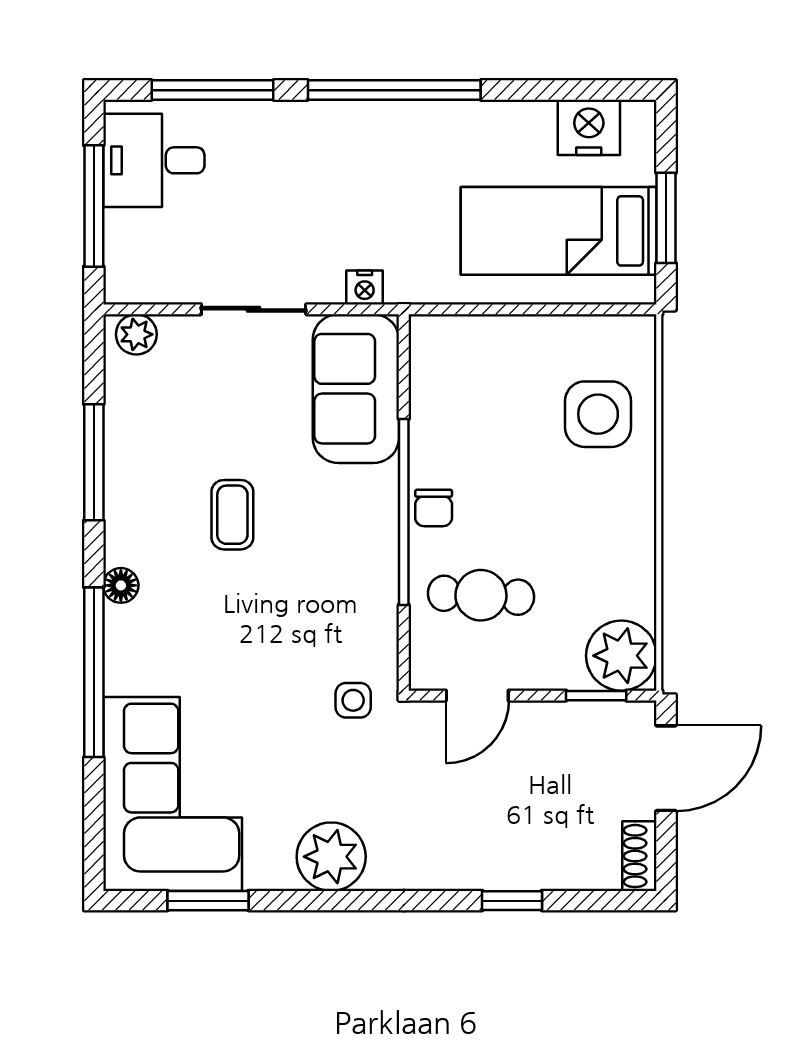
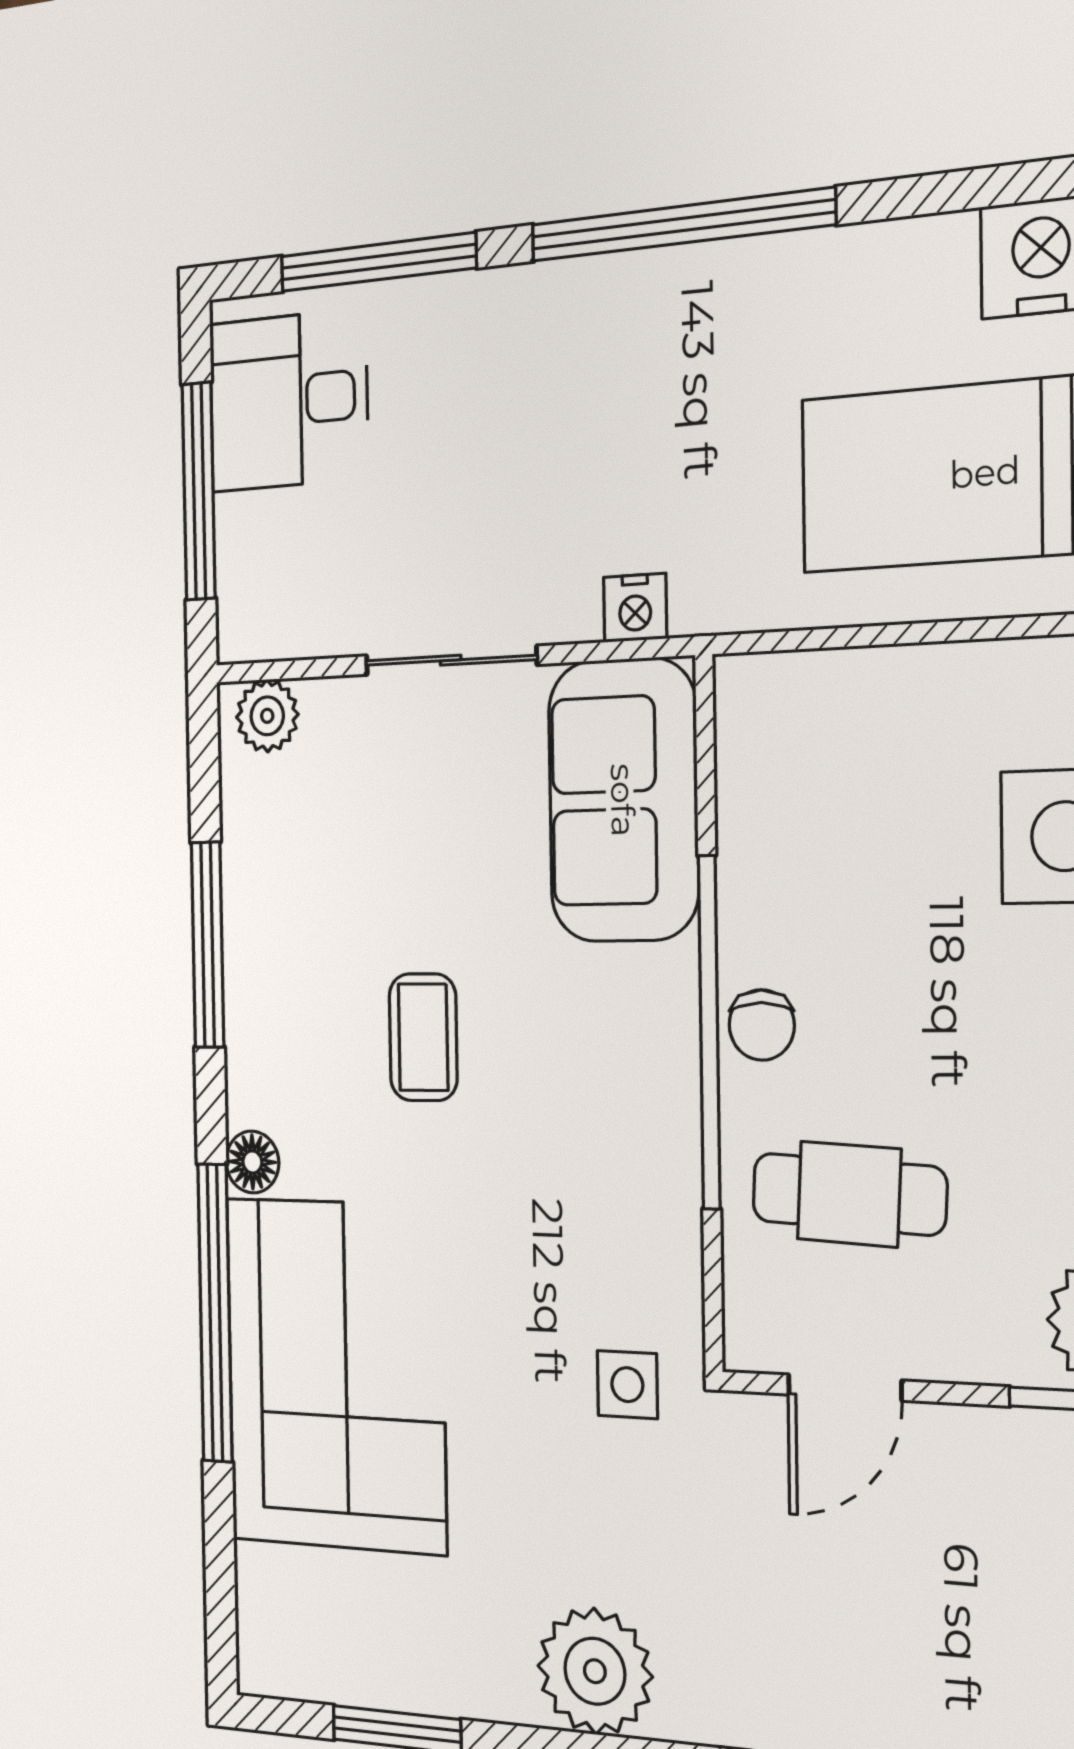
corner sofa: (173, 794) -> (335, 1375), moved

